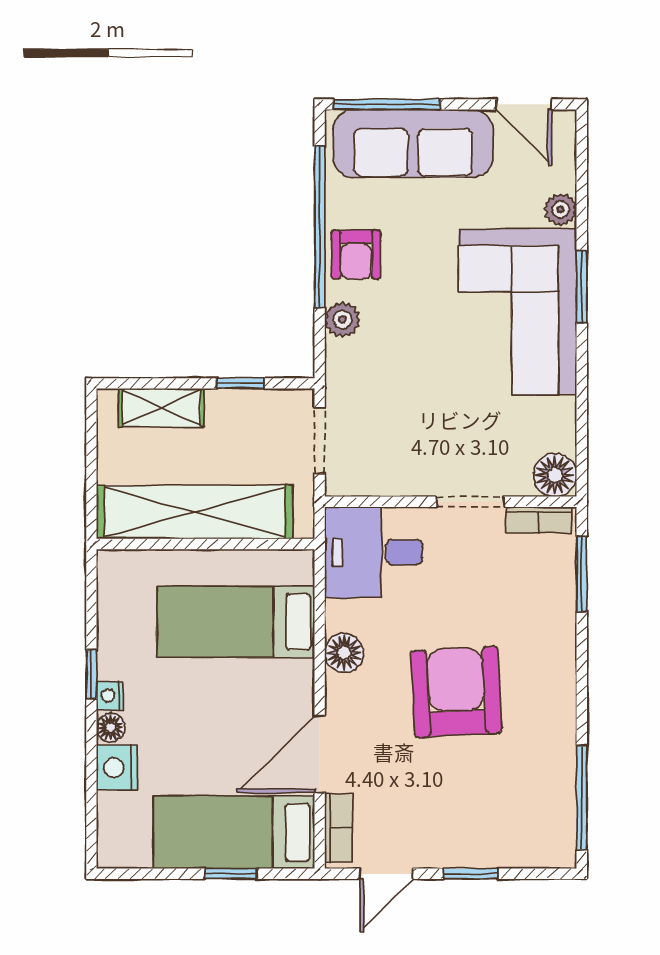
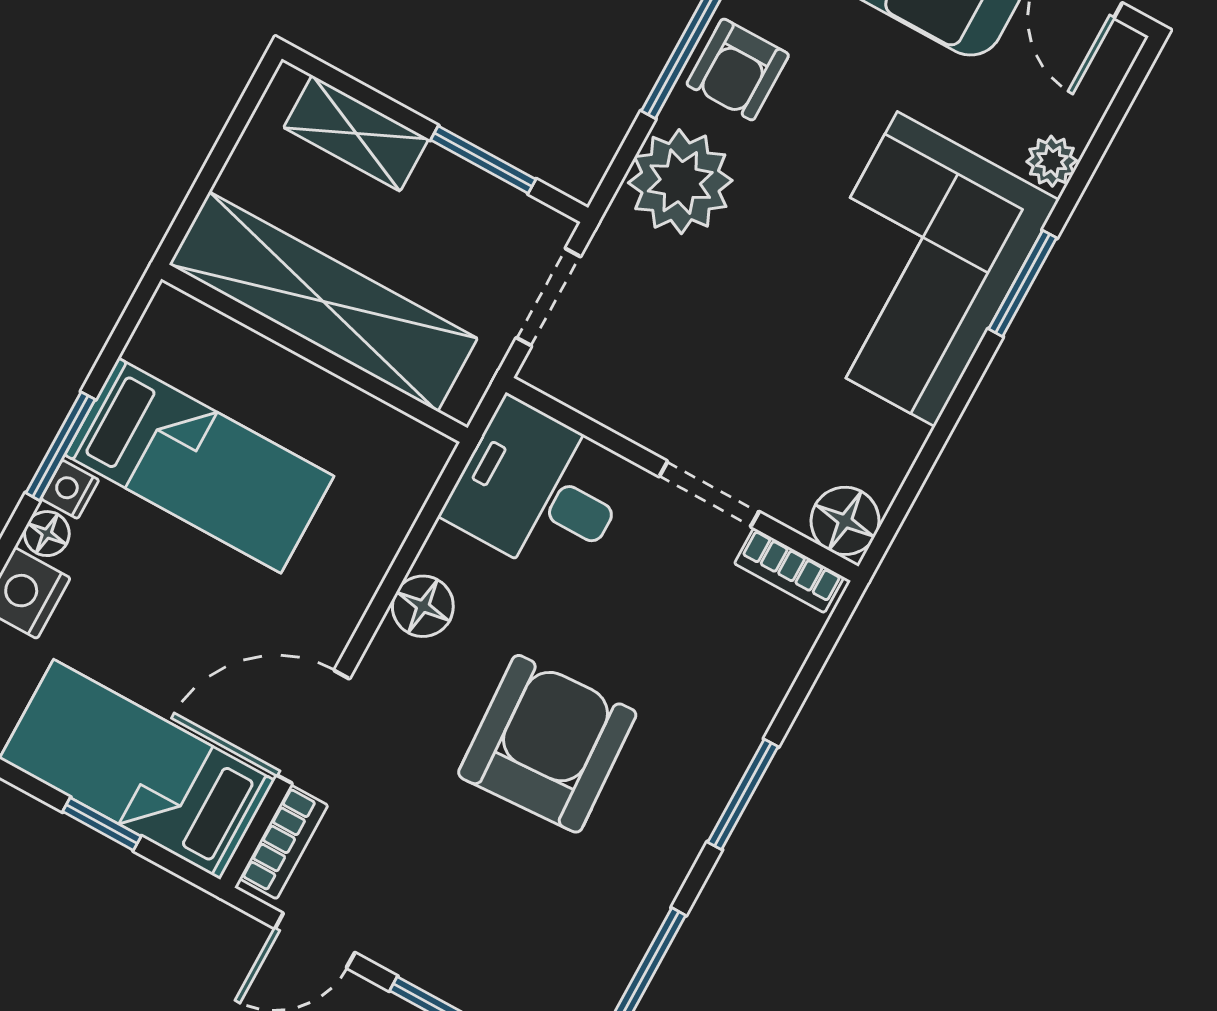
plant: (343, 320) -> (680, 182), width x1.88, depth x1.88
window: (241, 383) -> (483, 160), width x1.50
window: (582, 574) -> (743, 794), moved
bed: (236, 622) -> (199, 465), moved, turned 180
window: (91, 674) -> (60, 446), width x1.50

